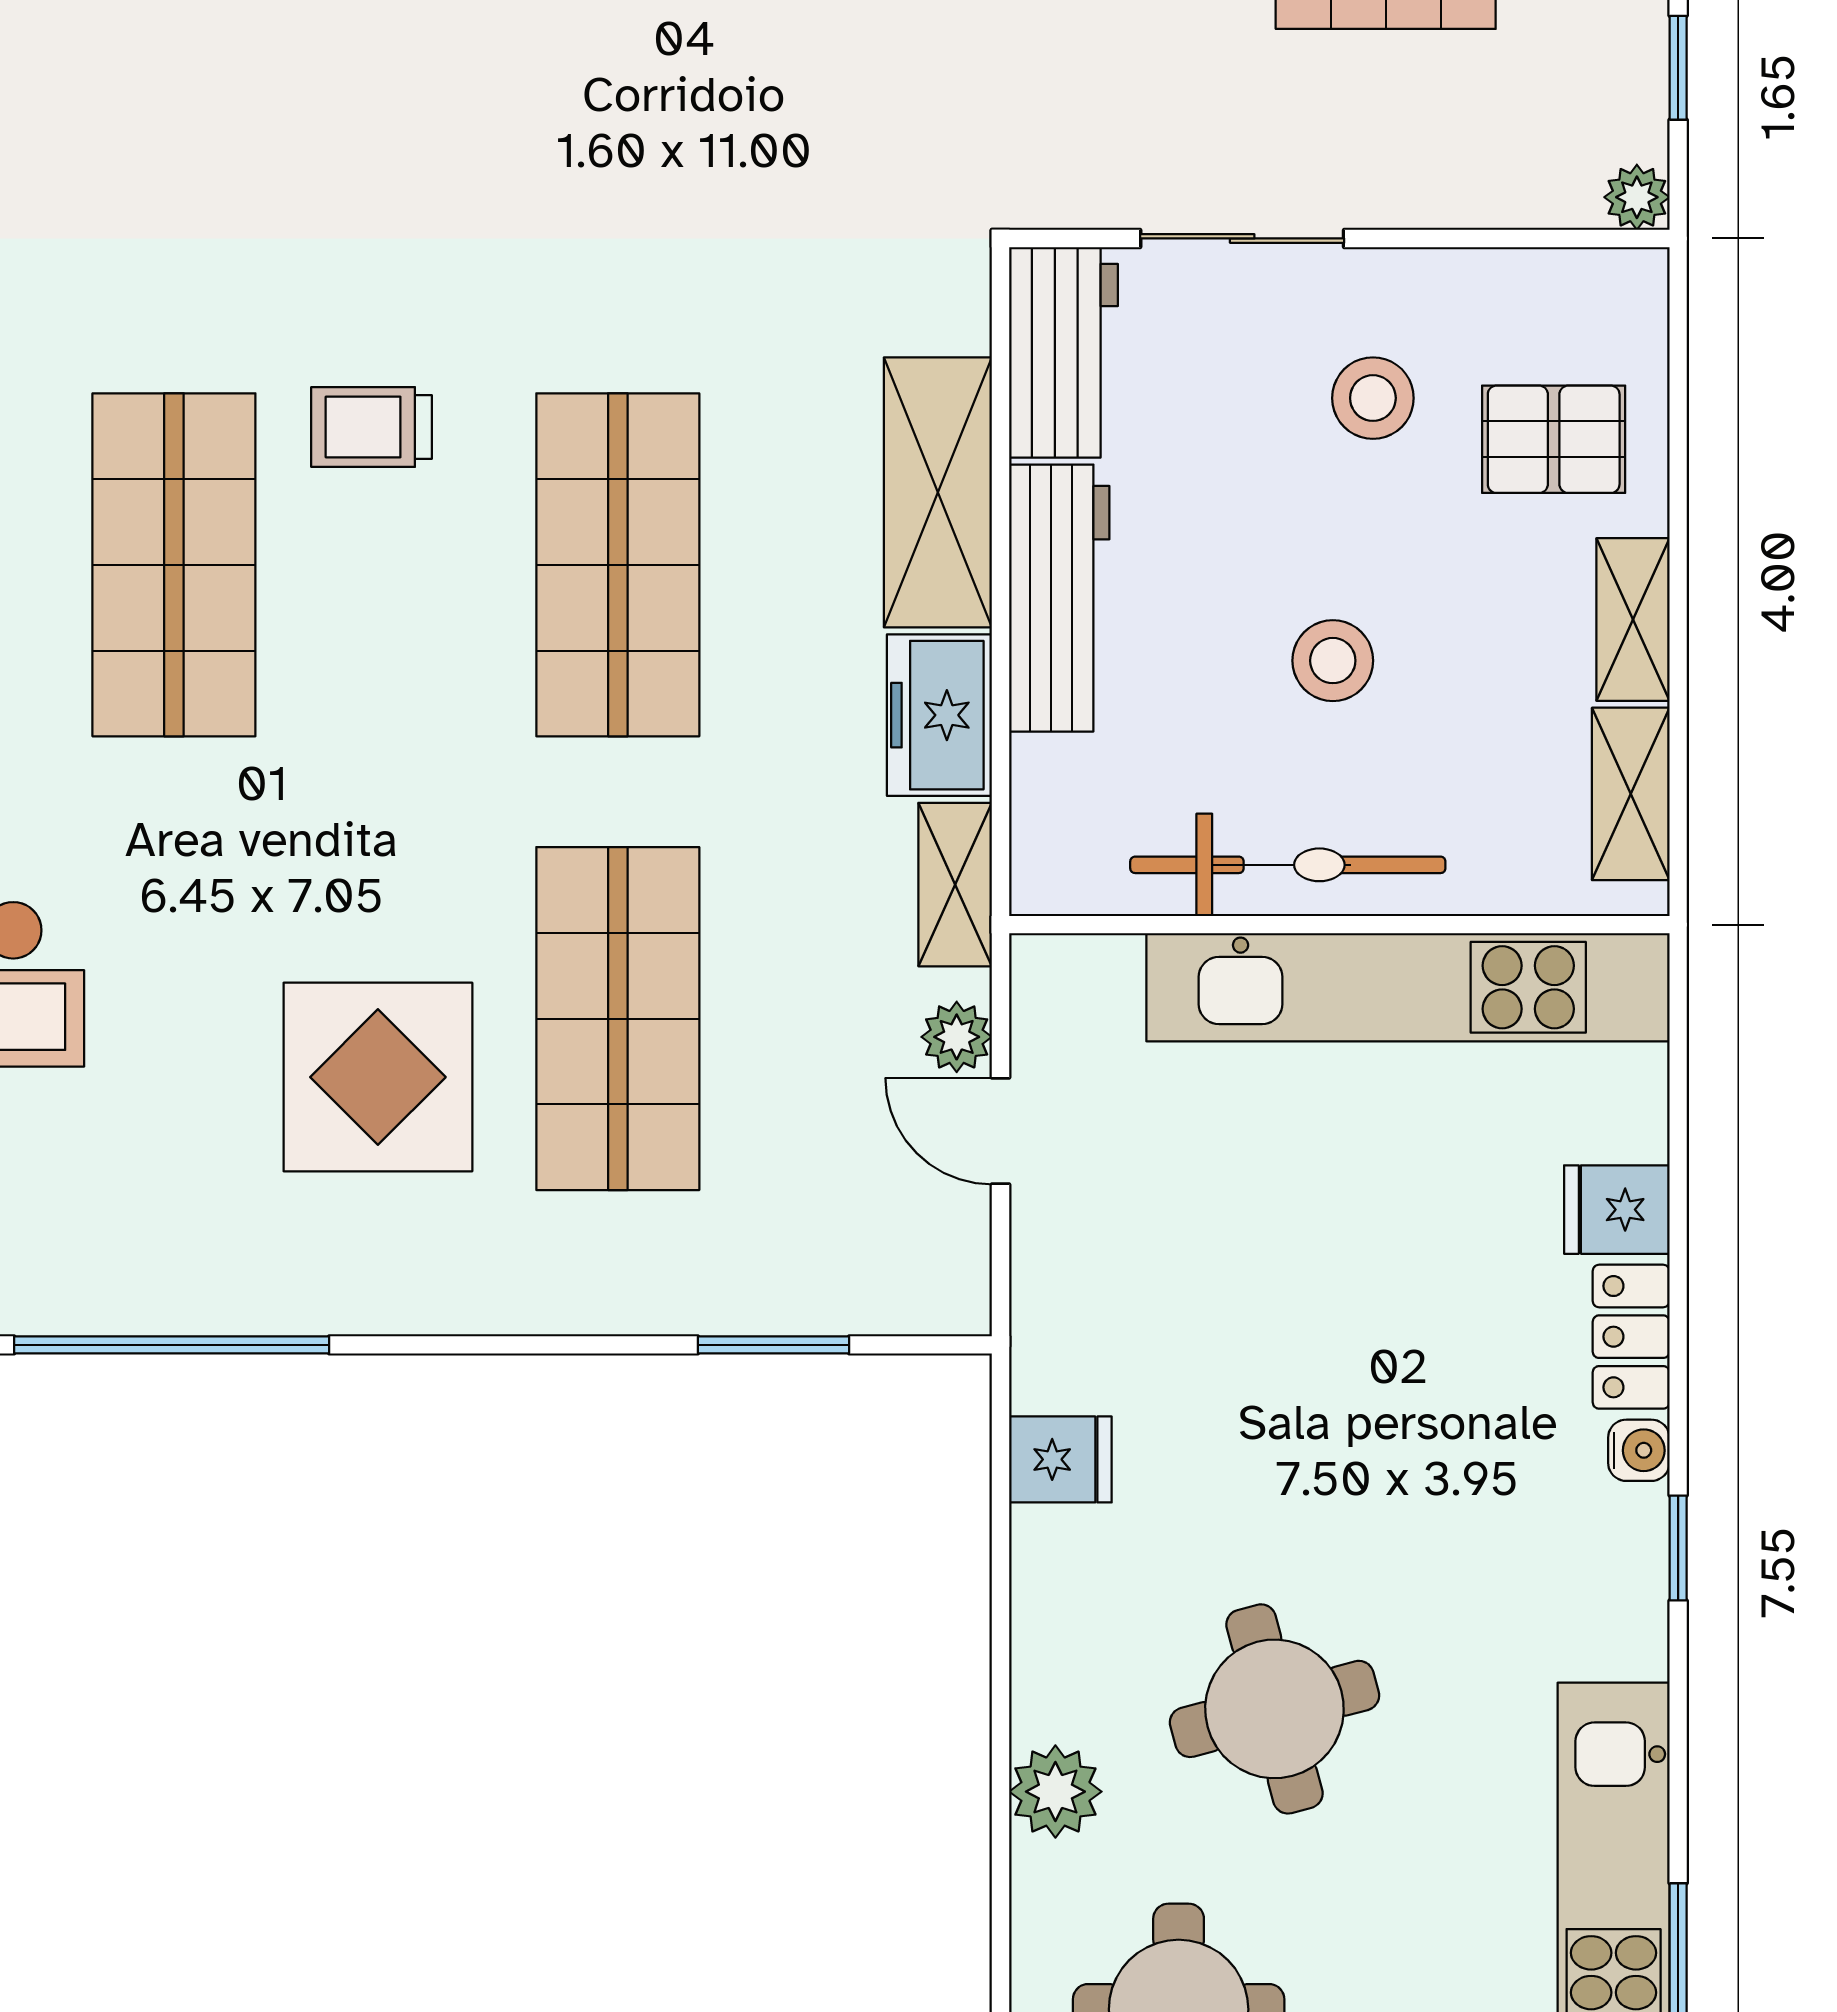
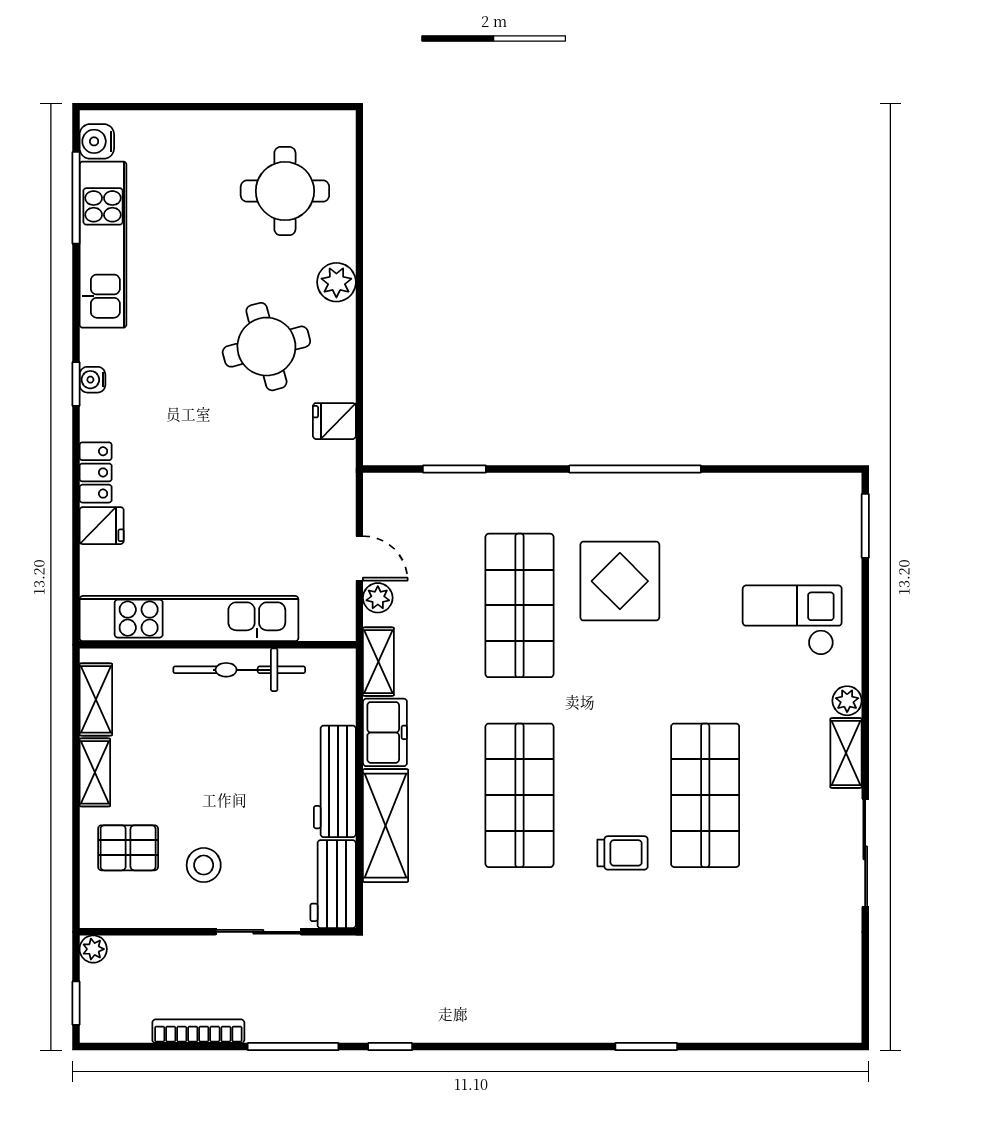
stool: (1333, 661) -> (220, 755), removed
window: (172, 1345) -> (635, 469), moved
water cooler: (1639, 1450) -> (92, 380), moved
round table: (1274, 1709) -> (266, 347), moved

